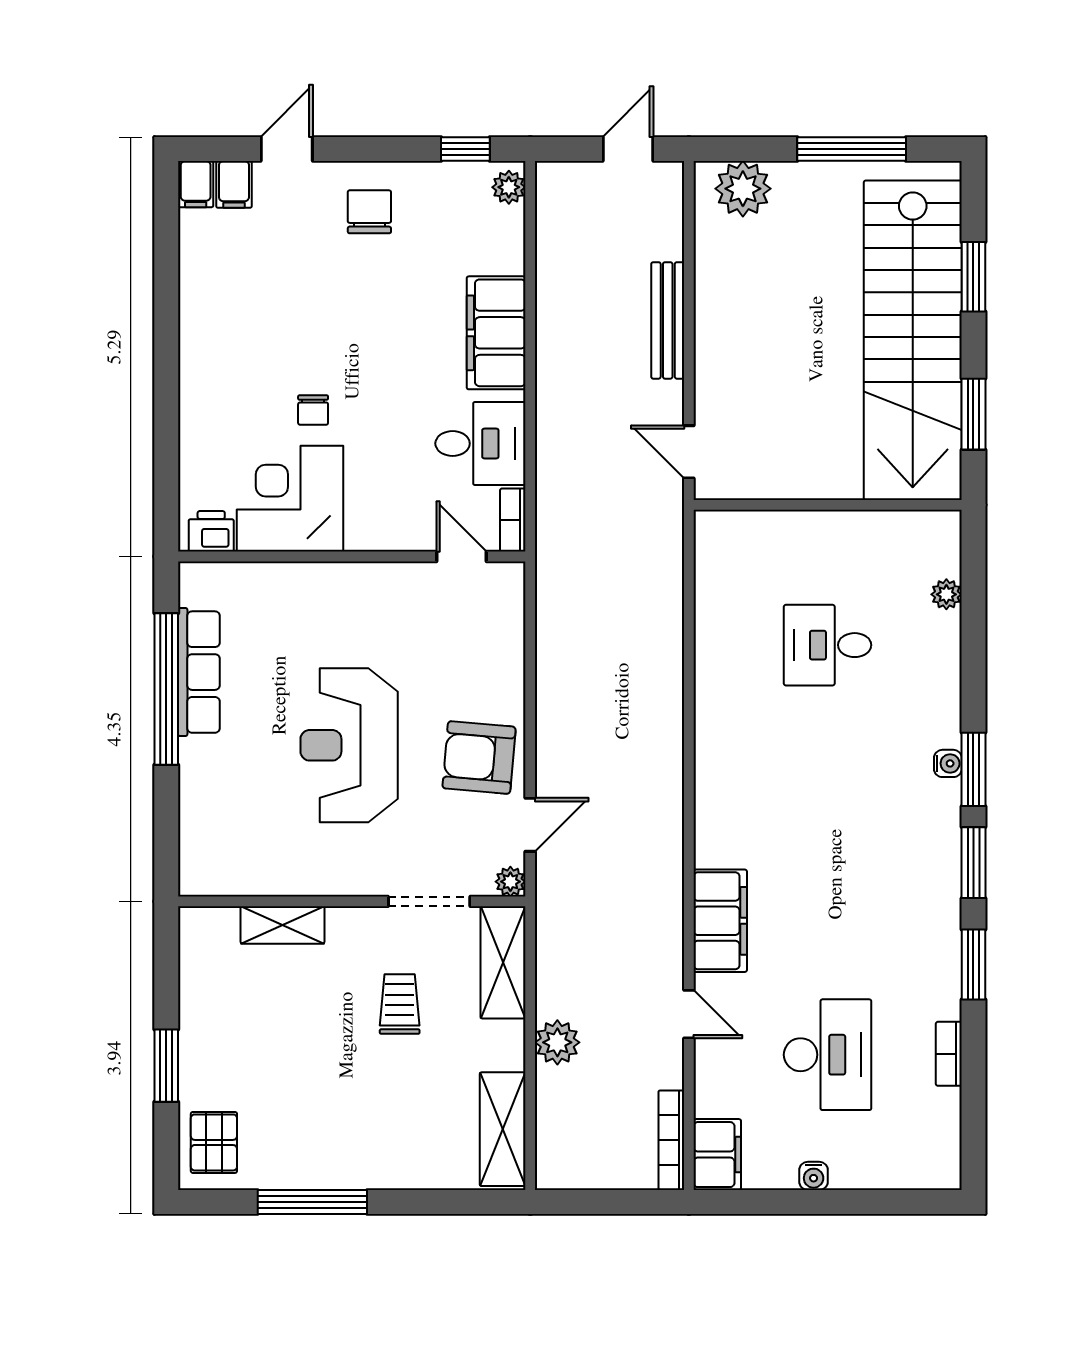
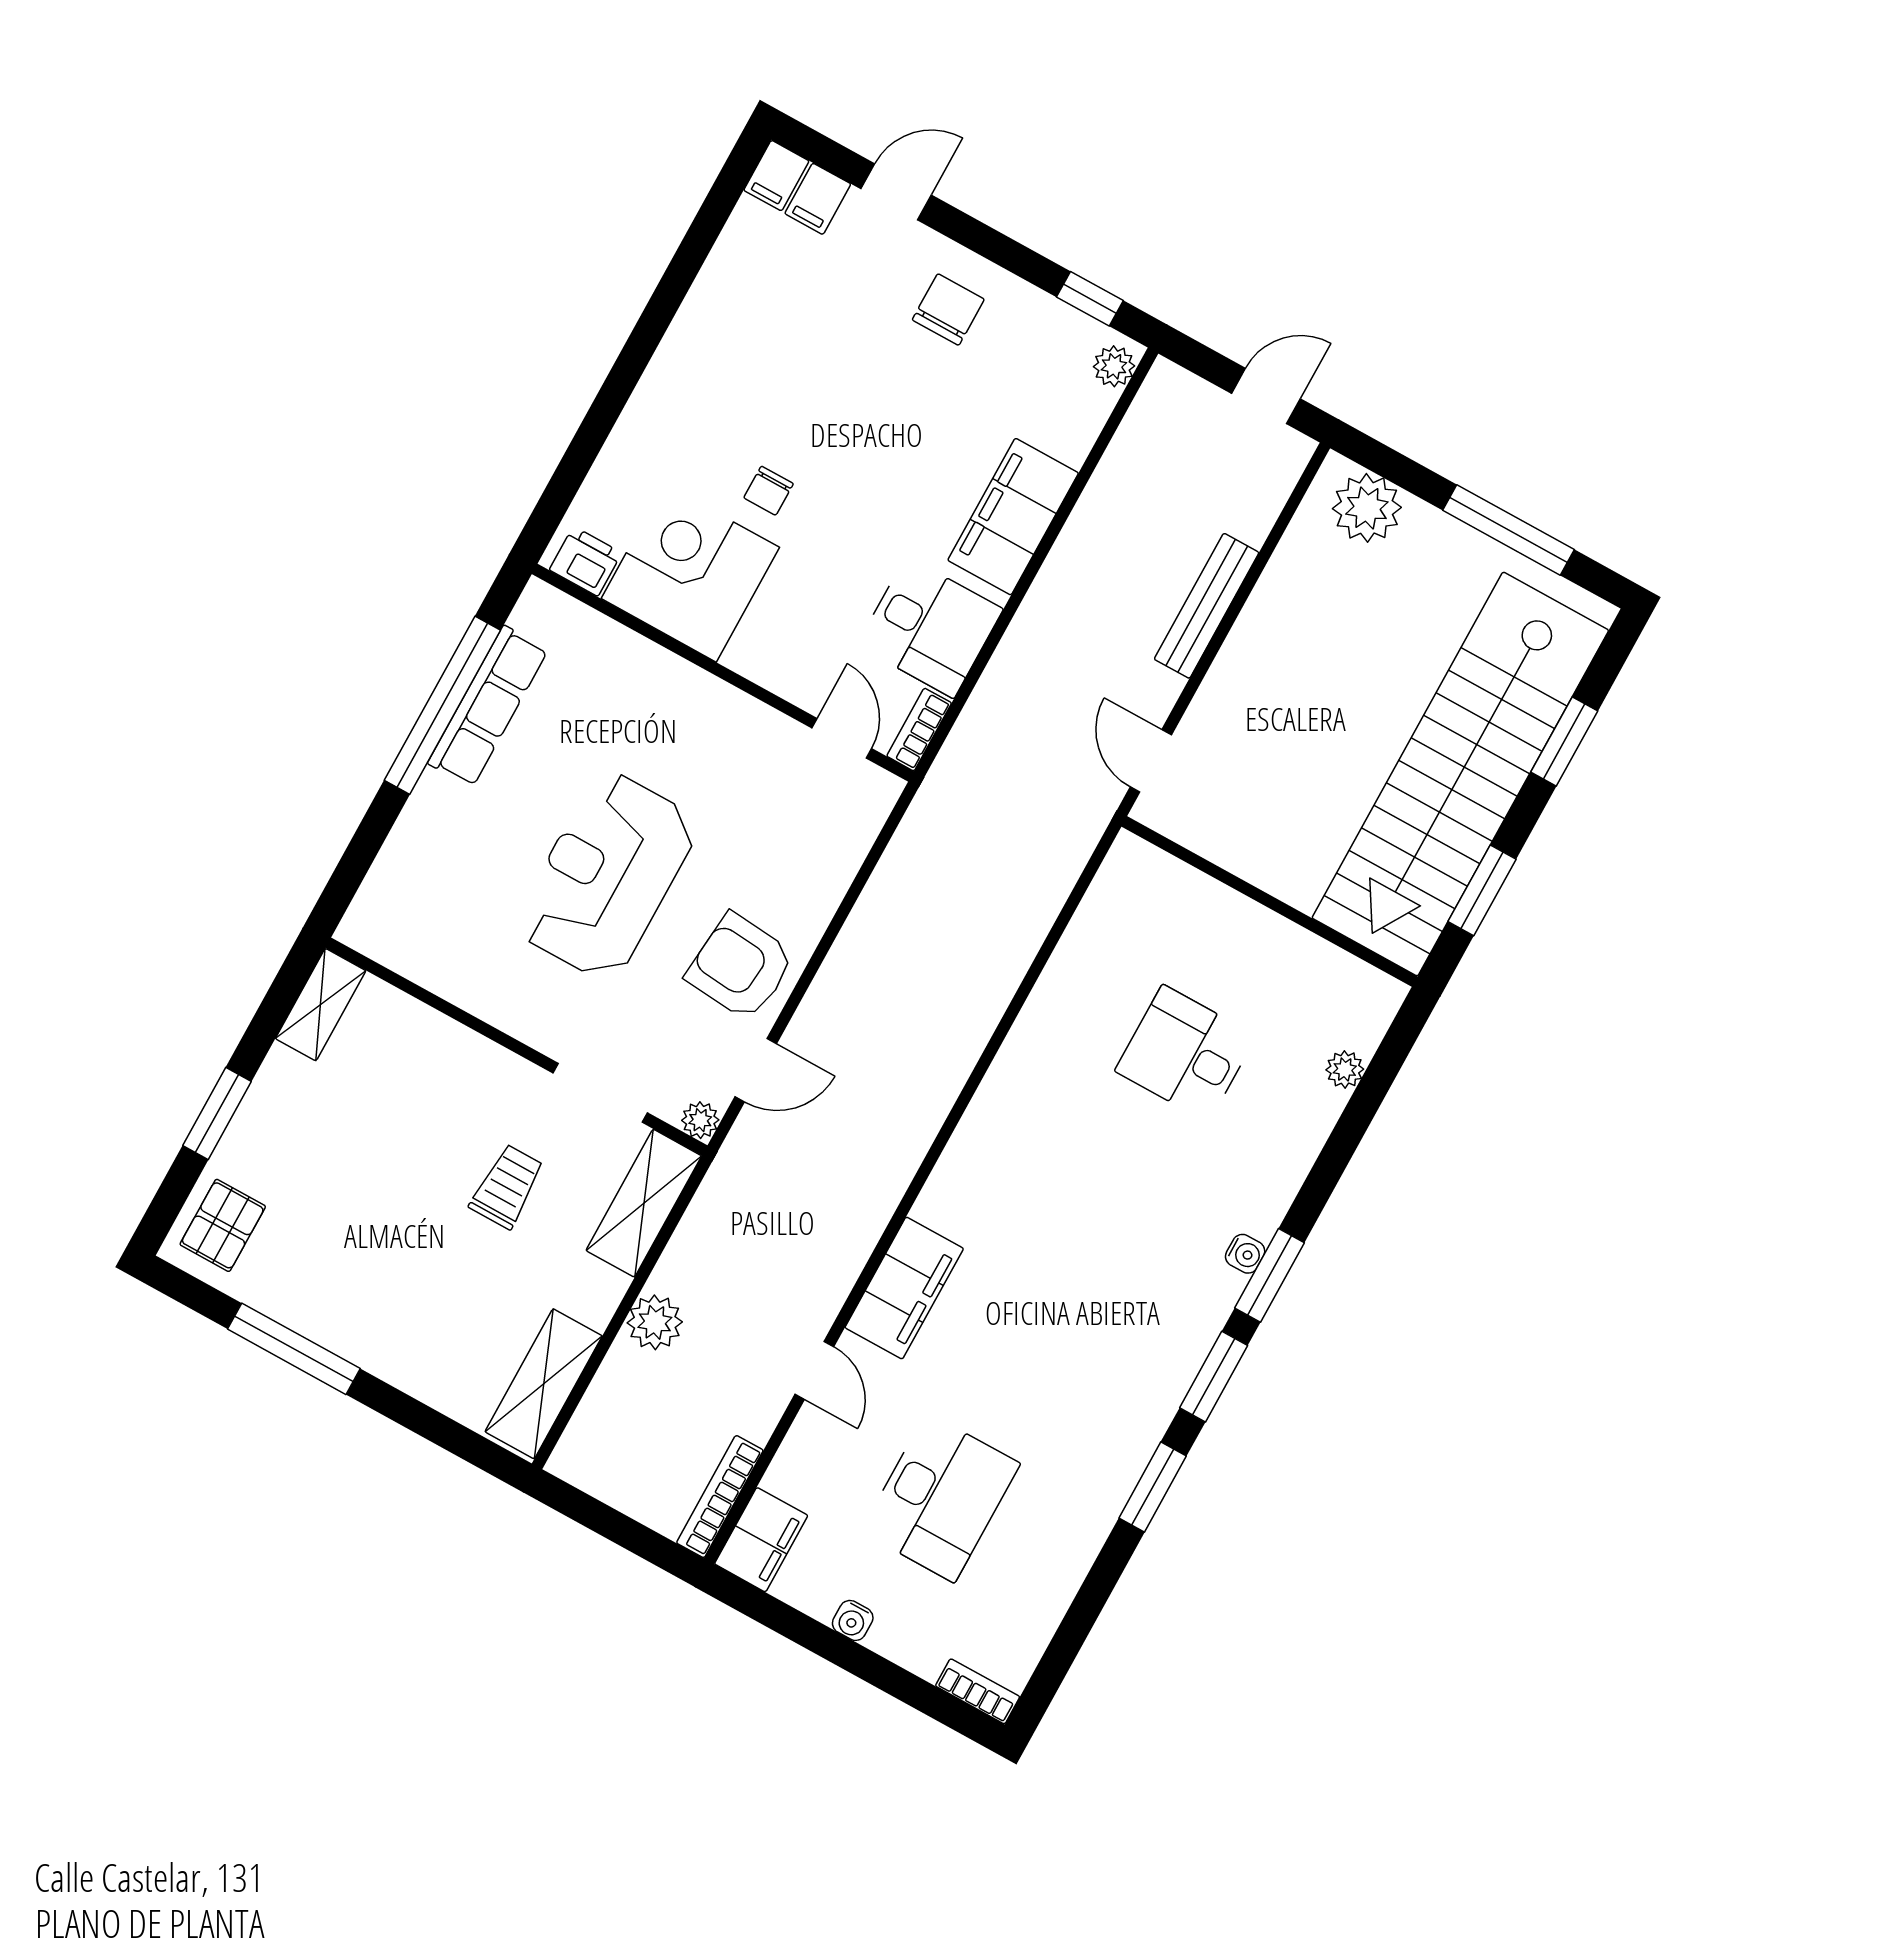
shelving: (283, 925) -> (321, 1005), moved, turned 90
bookcase: (949, 1054) -> (978, 1691), moved, turned 90

